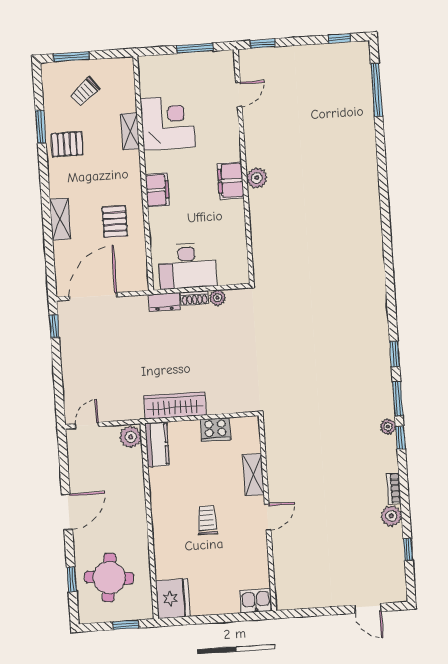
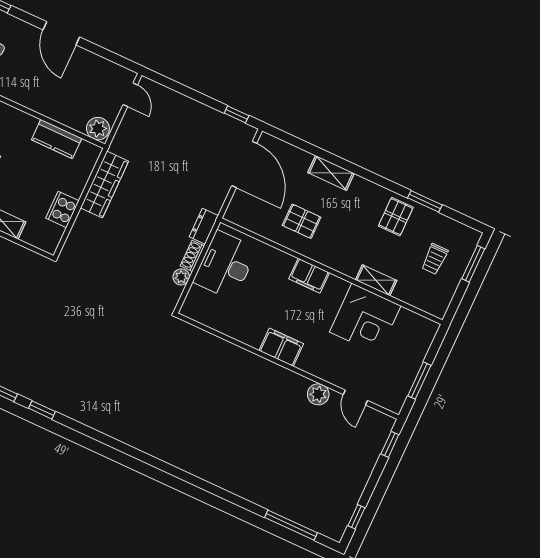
trolley: (85, 92) -> (435, 259), turned -141
plant: (257, 178) -> (318, 394), moved
kitchen counter: (157, 444) -> (57, 139), moved

